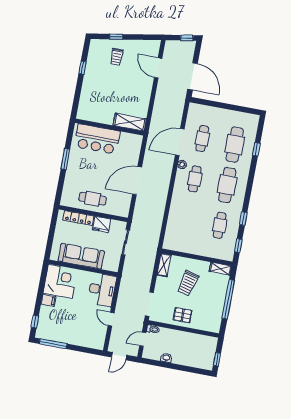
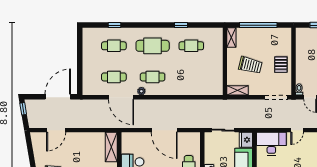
cafe table: (235, 145) -> (114, 46), width x0.73, depth x0.74
fridge: (102, 224) -> (246, 140), moved, turned 180
window: (238, 246) -> (207, 25), removed

